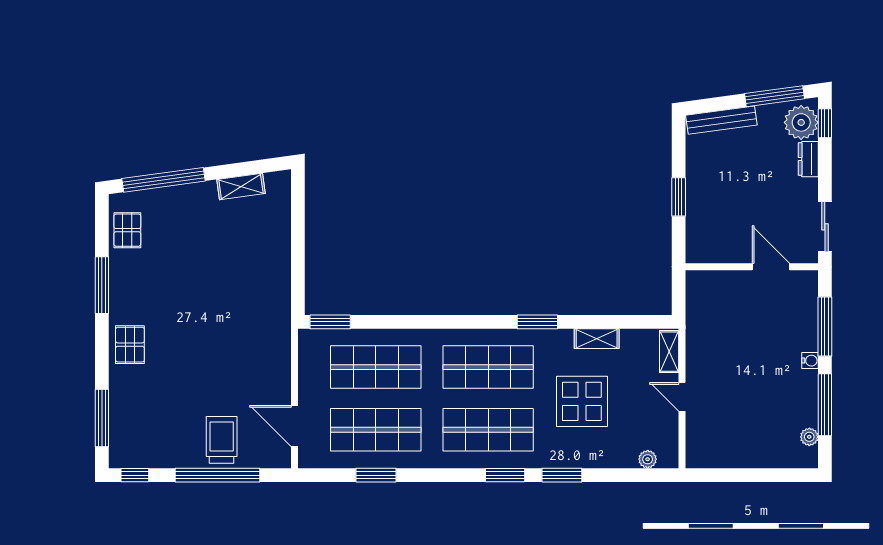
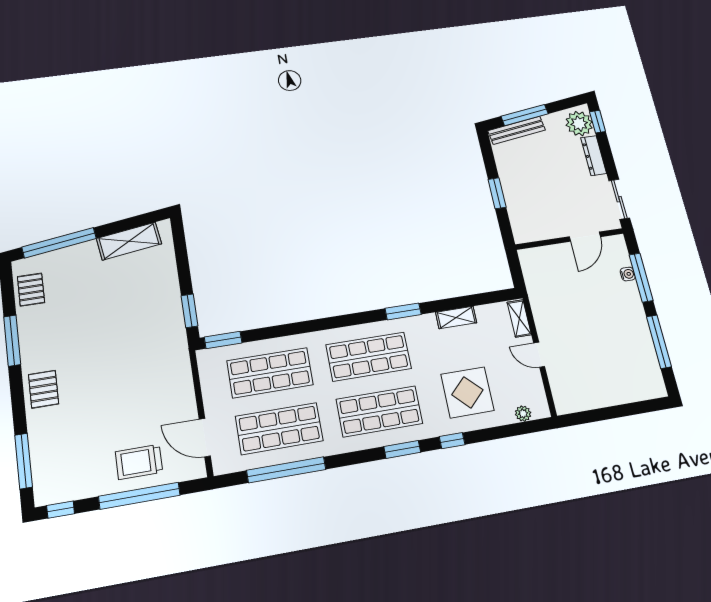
window: (774, 96) -> (525, 115), moved
dresser: (808, 159) -> (594, 156), width x1.44
shelving: (241, 186) -> (129, 241), width x1.50, depth x1.33
door: (771, 267) -> (585, 237), swing flipped
window: (298, 282) -> (189, 311), added
water cooler: (810, 361) -> (628, 274), moved
display table: (582, 401) -> (467, 392), moved
plant: (809, 437) -> (654, 371), removed
trolley: (222, 440) -> (139, 462), turned -90
window: (376, 475) -> (286, 470), width x2.11
window: (562, 475) -> (452, 441), width x0.67

